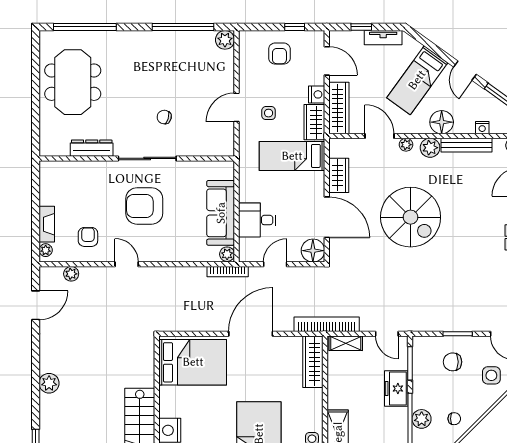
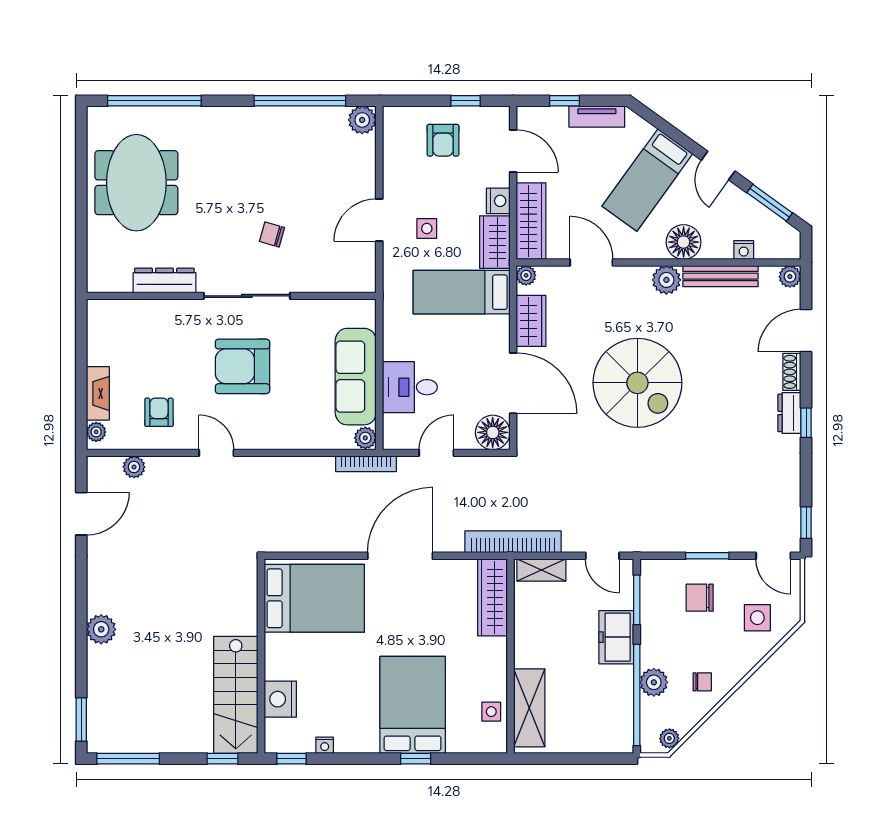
plant: (406, 145) -> (526, 275), moved

